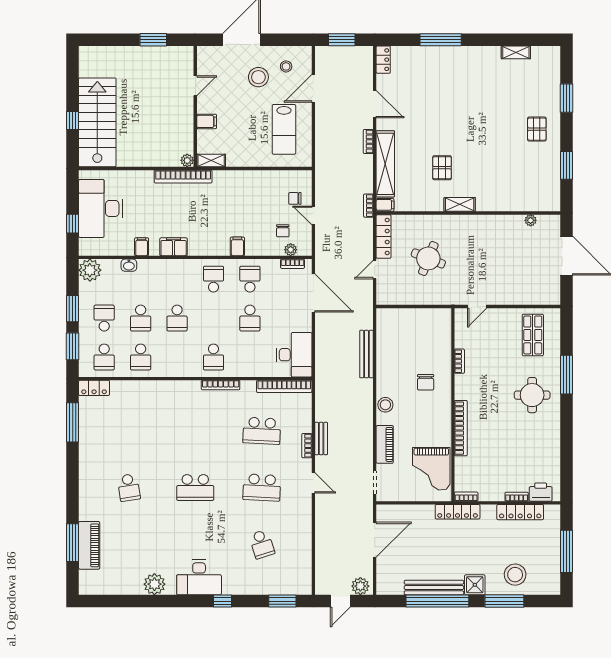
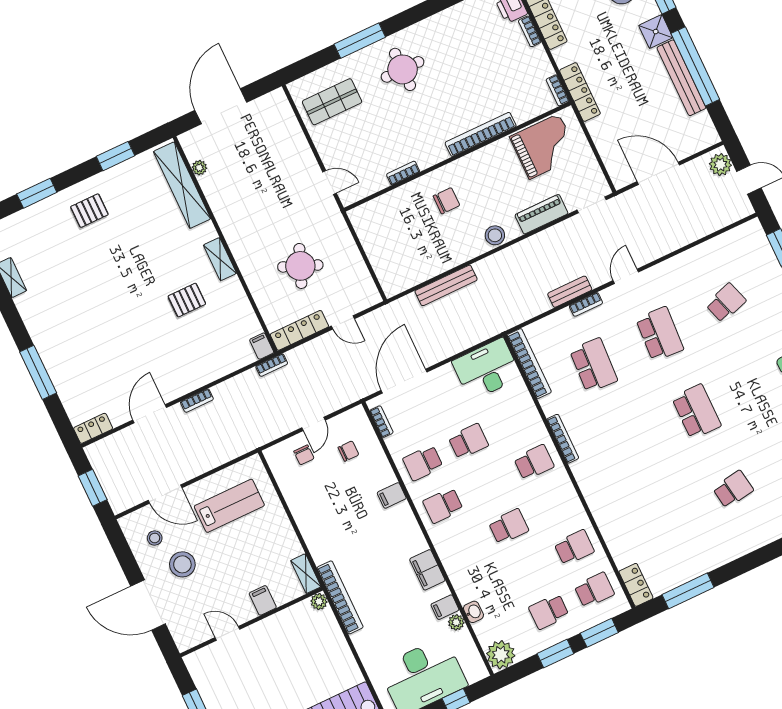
shelving: (385, 164) -> (182, 185), moved, turned 90
plant: (291, 250) -> (456, 622), moved
school desk: (141, 318) -> (529, 569), removed

